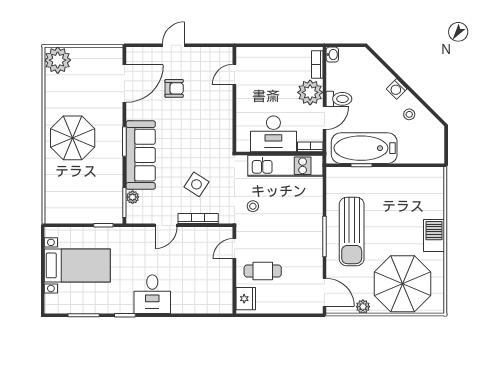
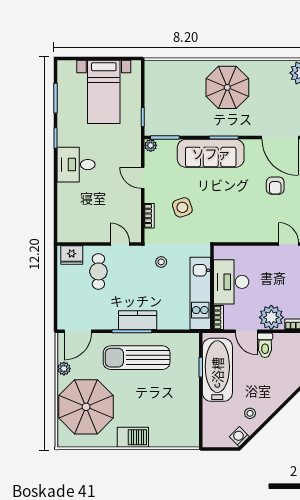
washing machine: (397, 89) -> (239, 437), moved
side table: (196, 184) -> (182, 207), turned 38
plant: (133, 197) -> (151, 145), moved
bookcase: (198, 218) -> (149, 216), width x0.64
kitchen counter: (313, 231) -> (138, 320), added

